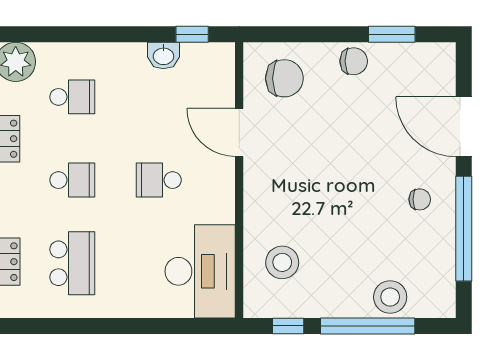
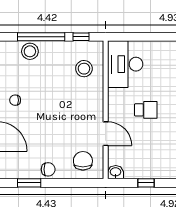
window: (192, 34) -> (146, 183), moved
washbasin: (163, 56) -> (116, 172), moved
chair: (354, 61) -> (48, 169), turned 180
chair: (284, 78) -> (83, 161), turned 90

